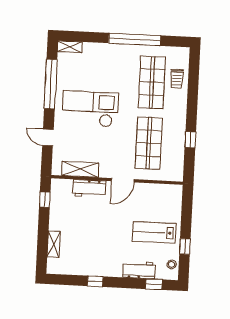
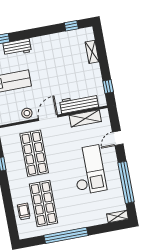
checkout: (90, 109) -> (89, 170), turned -90
door: (48, 137) -> (118, 138), swing flipped
workbench: (89, 188) -> (79, 104), width x1.37
stool: (146, 191) -> (27, 113), added
window: (95, 281) -> (71, 26), moved

